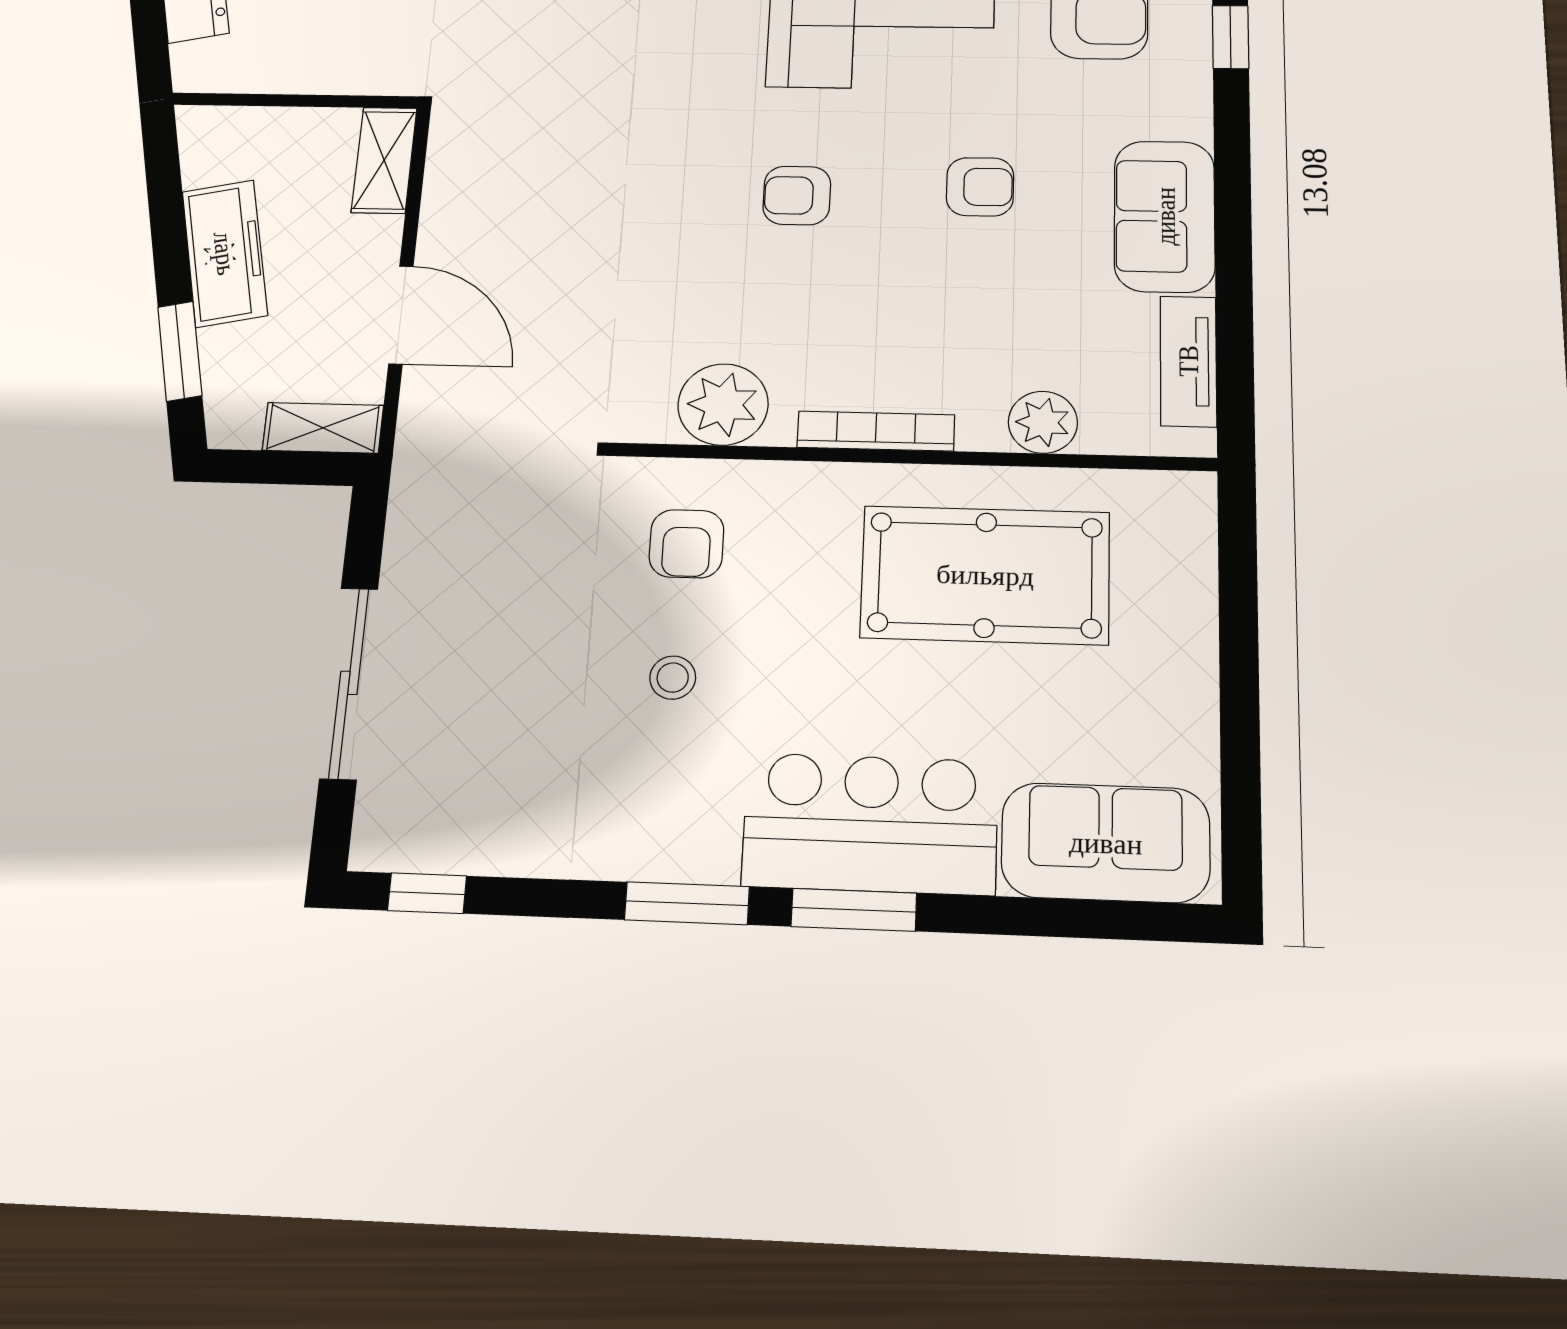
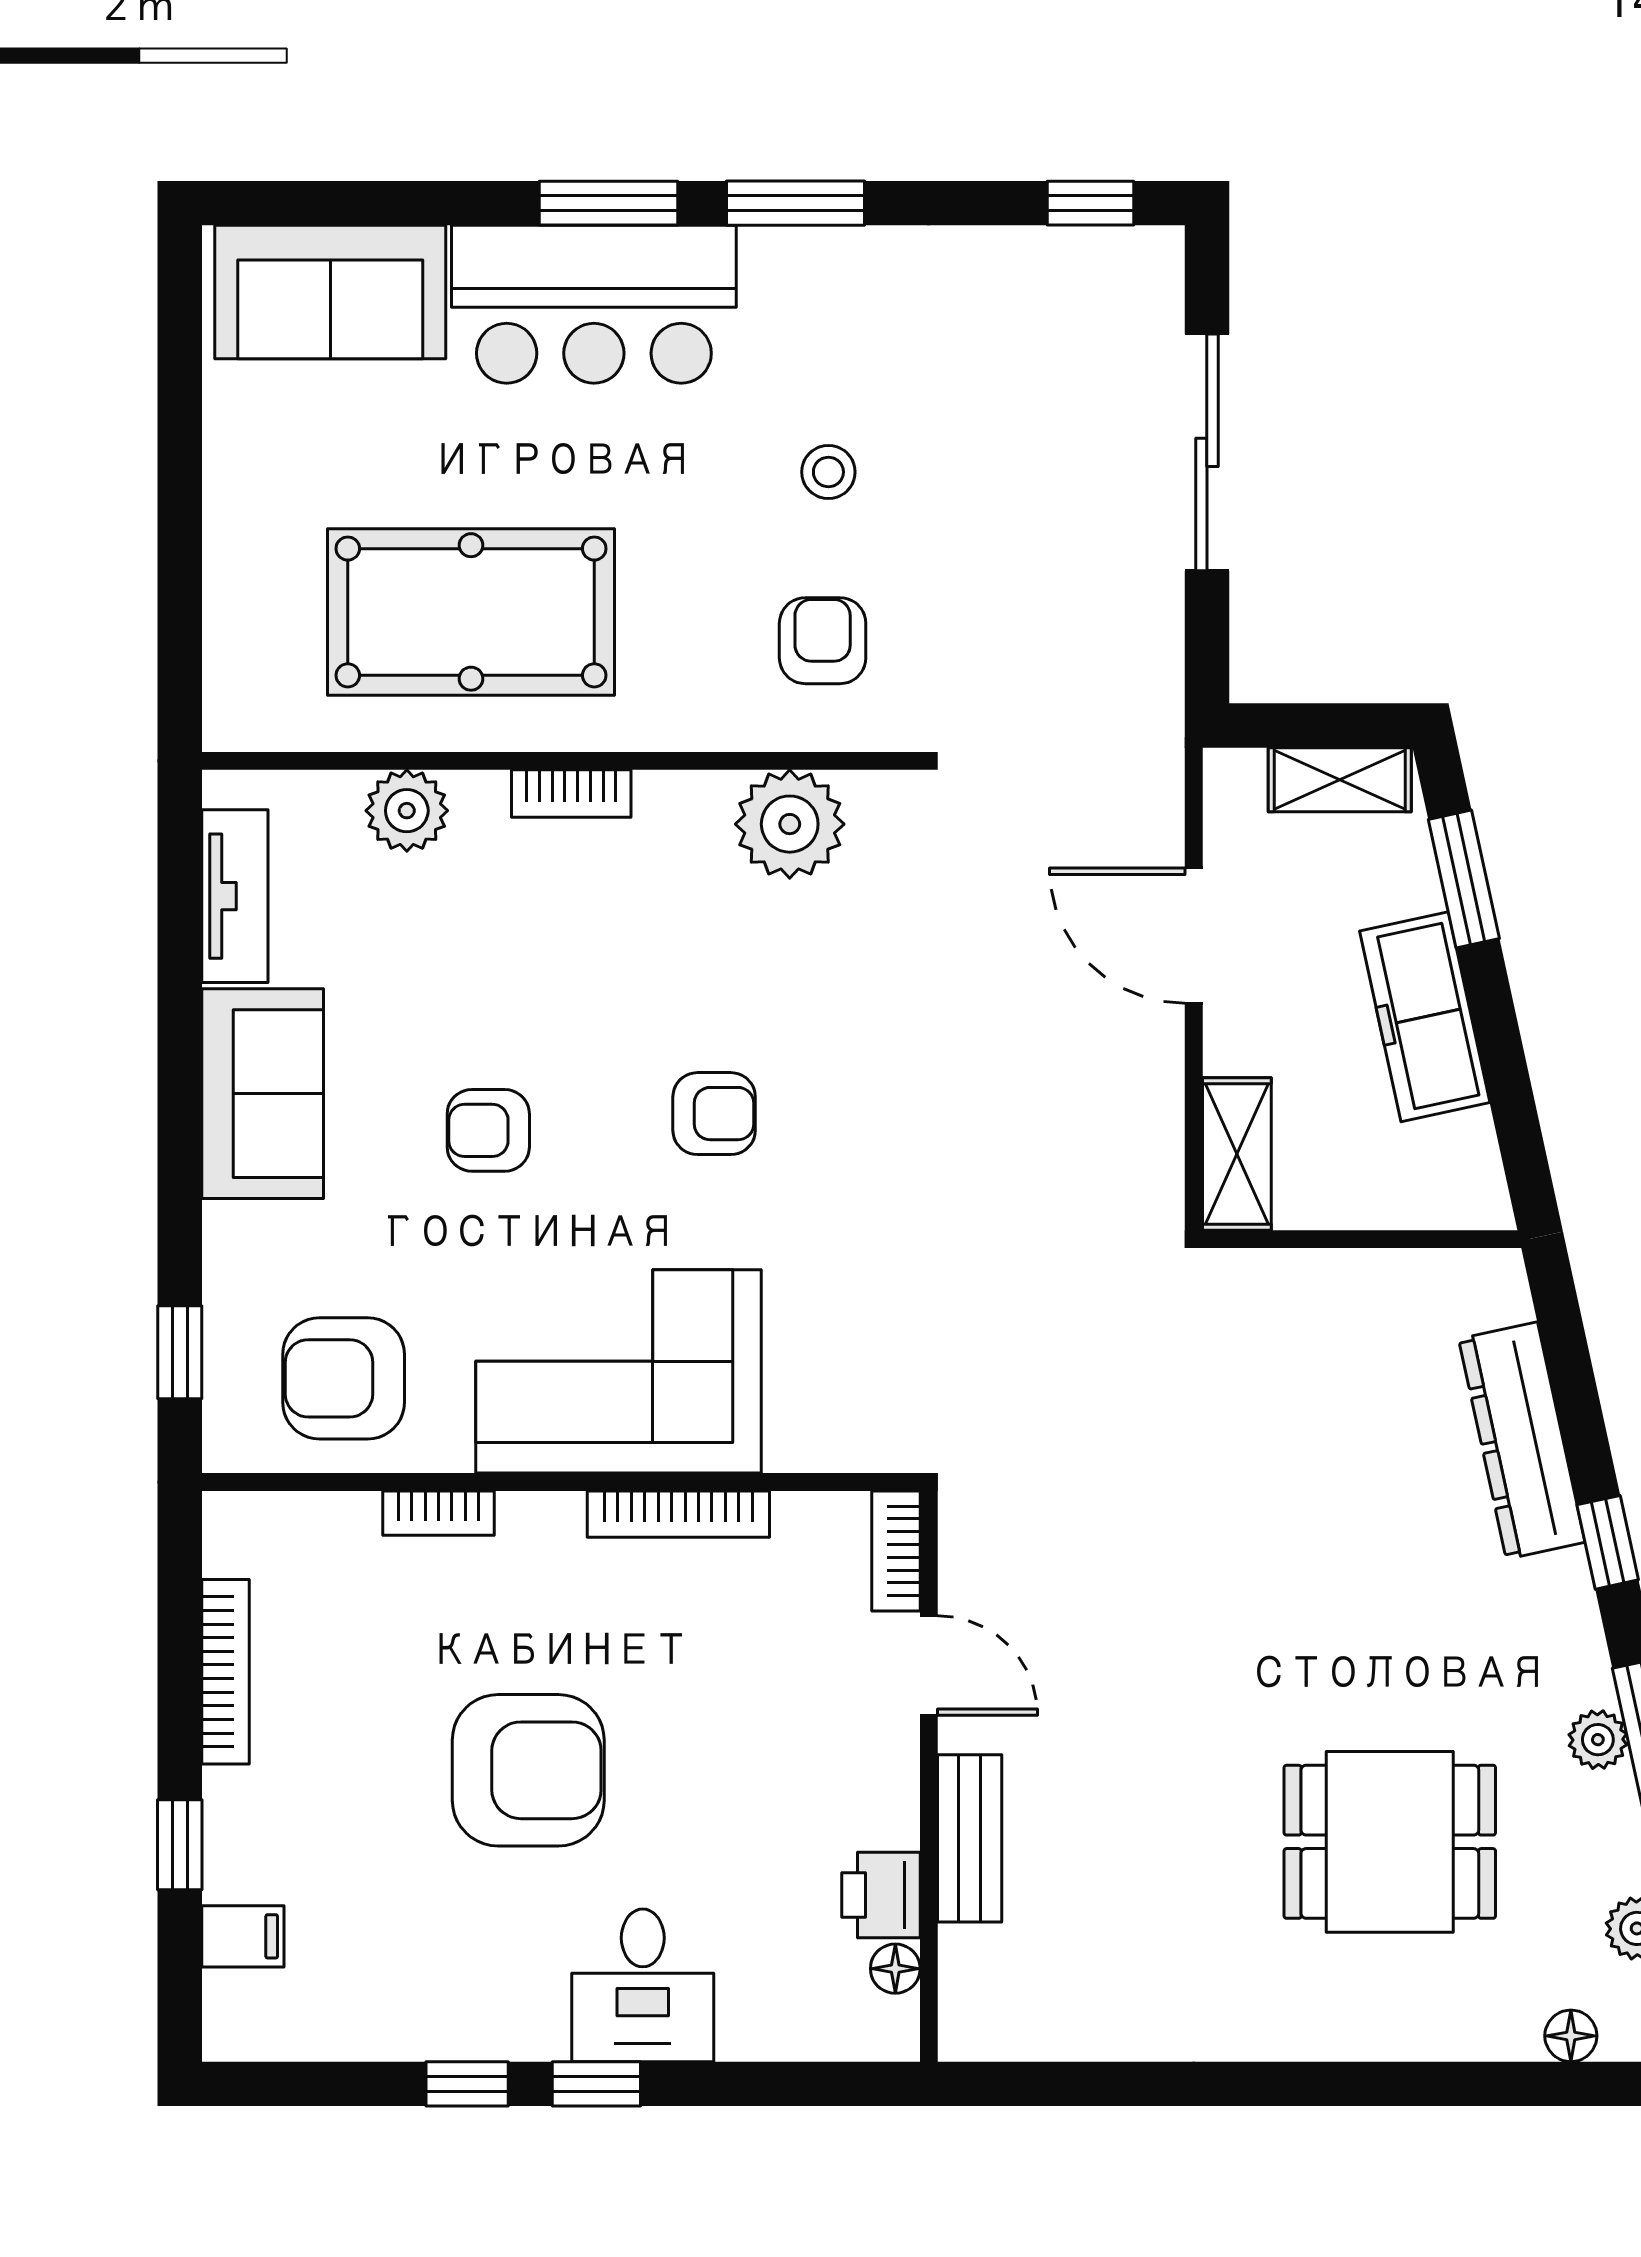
shelving: (323, 428) -> (1340, 780), moved
bookcase: (876, 431) -> (571, 794), width x0.64

